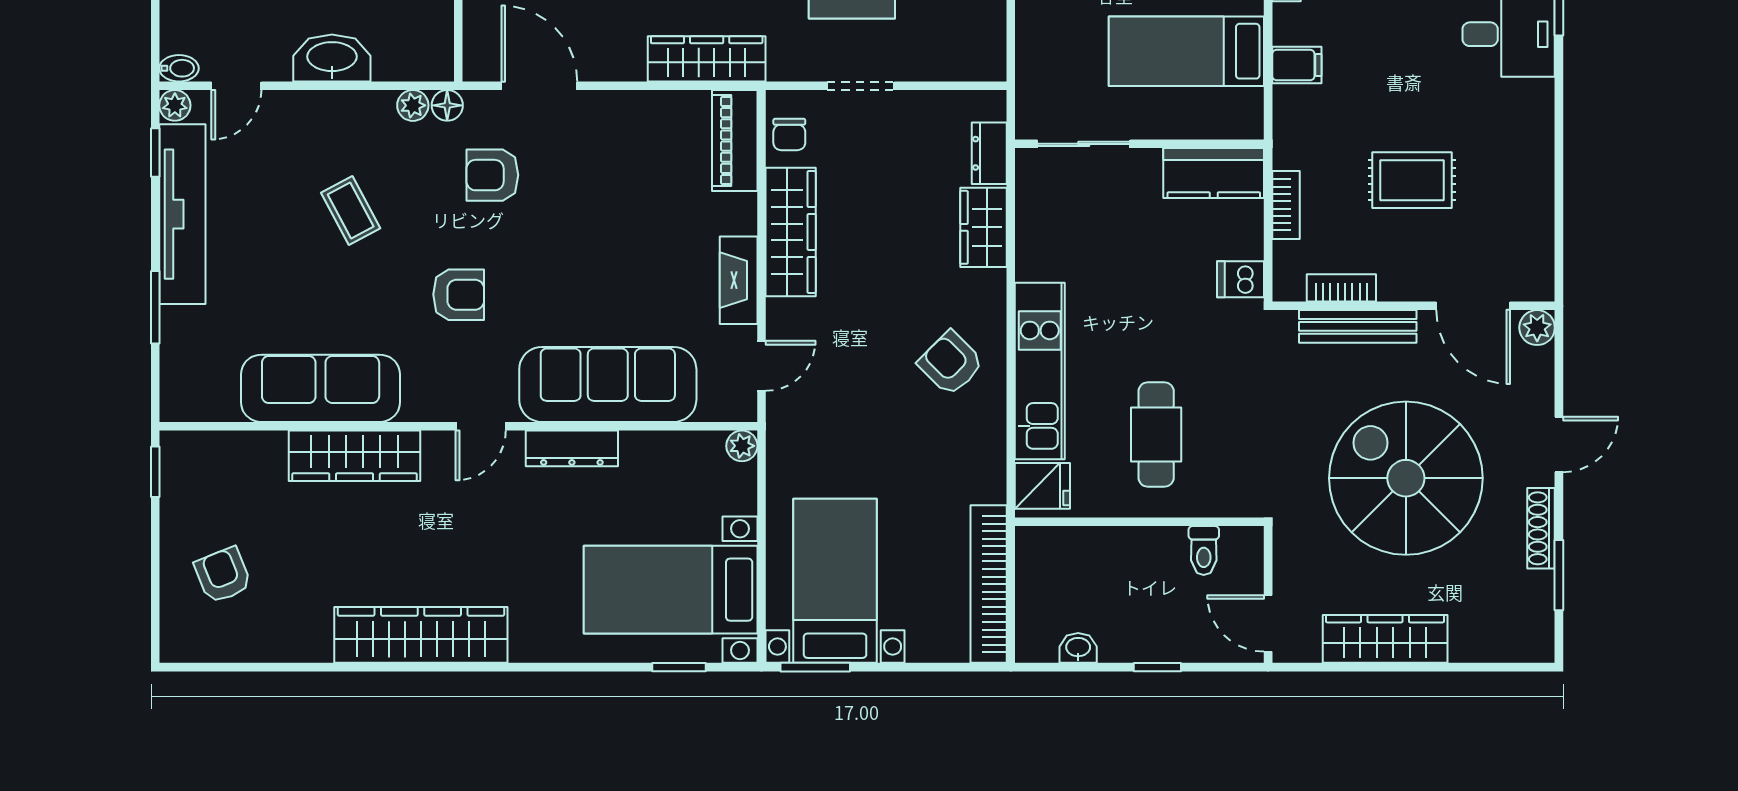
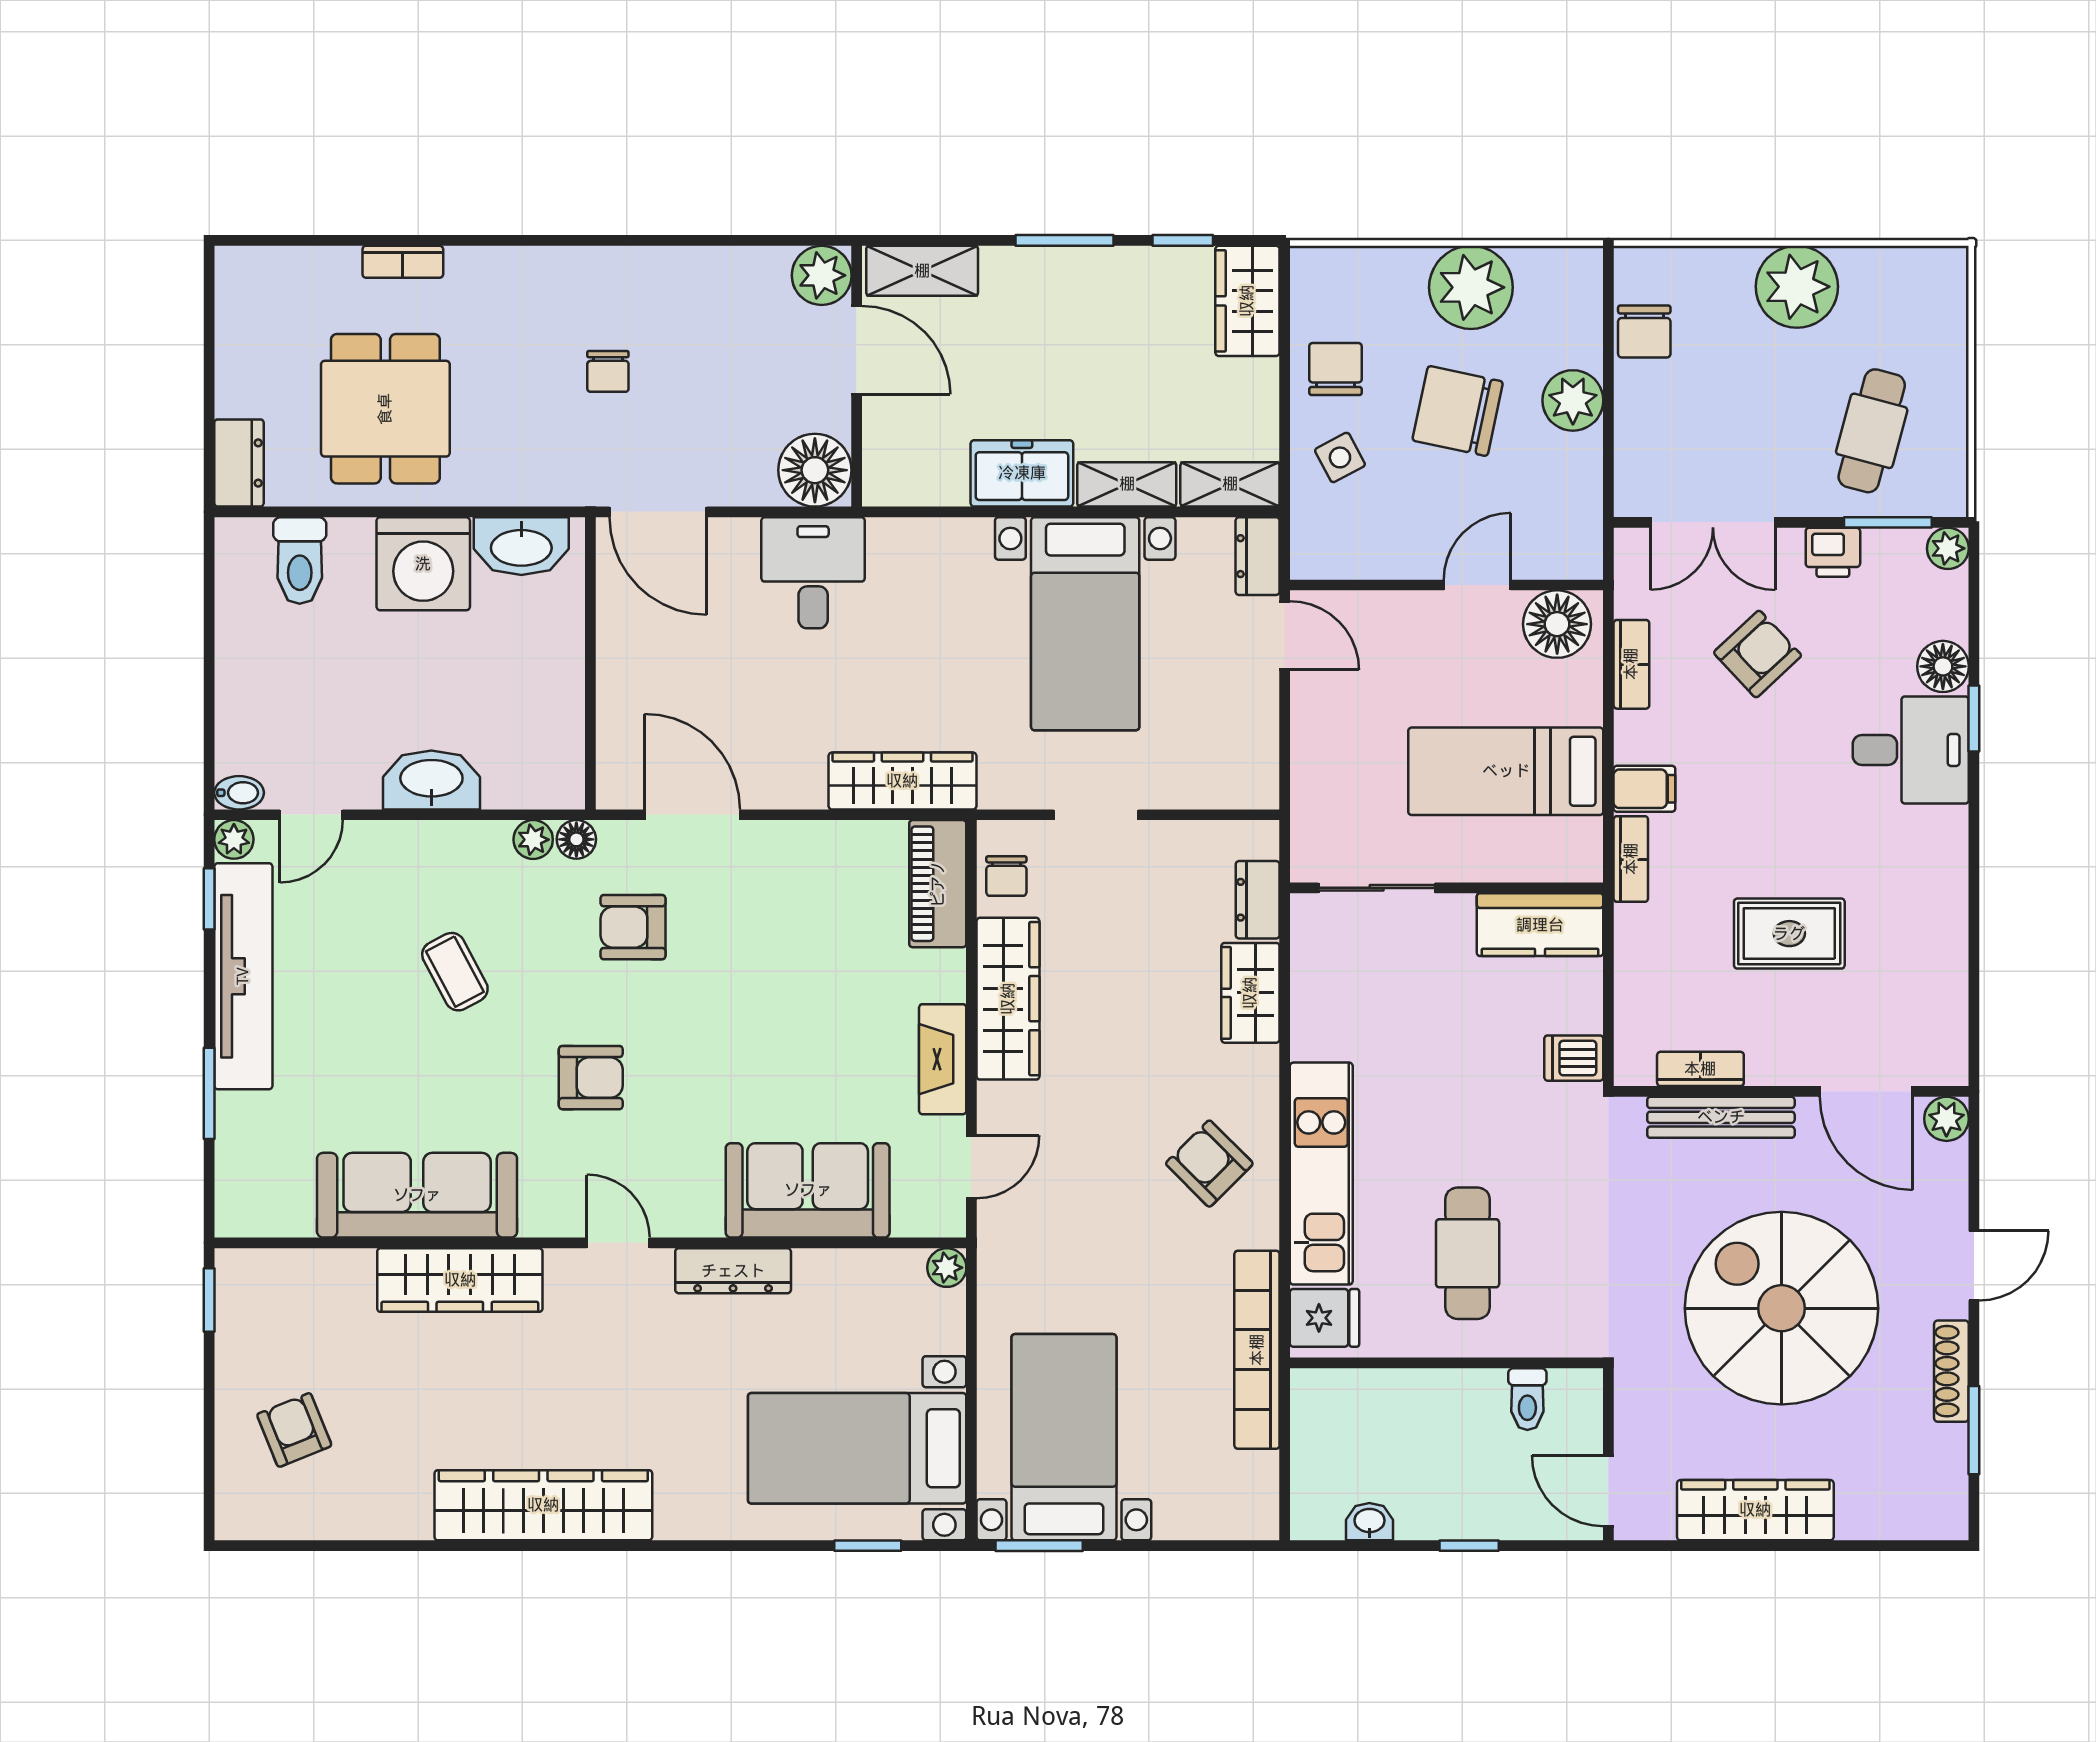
bookcase: (1286, 205) -> (1631, 859), moved
sofa: (608, 384) -> (808, 1190), width x0.73
door: (481, 426) -> (618, 1243), swing flipped
bookcase: (989, 584) -> (1257, 1350), moved

